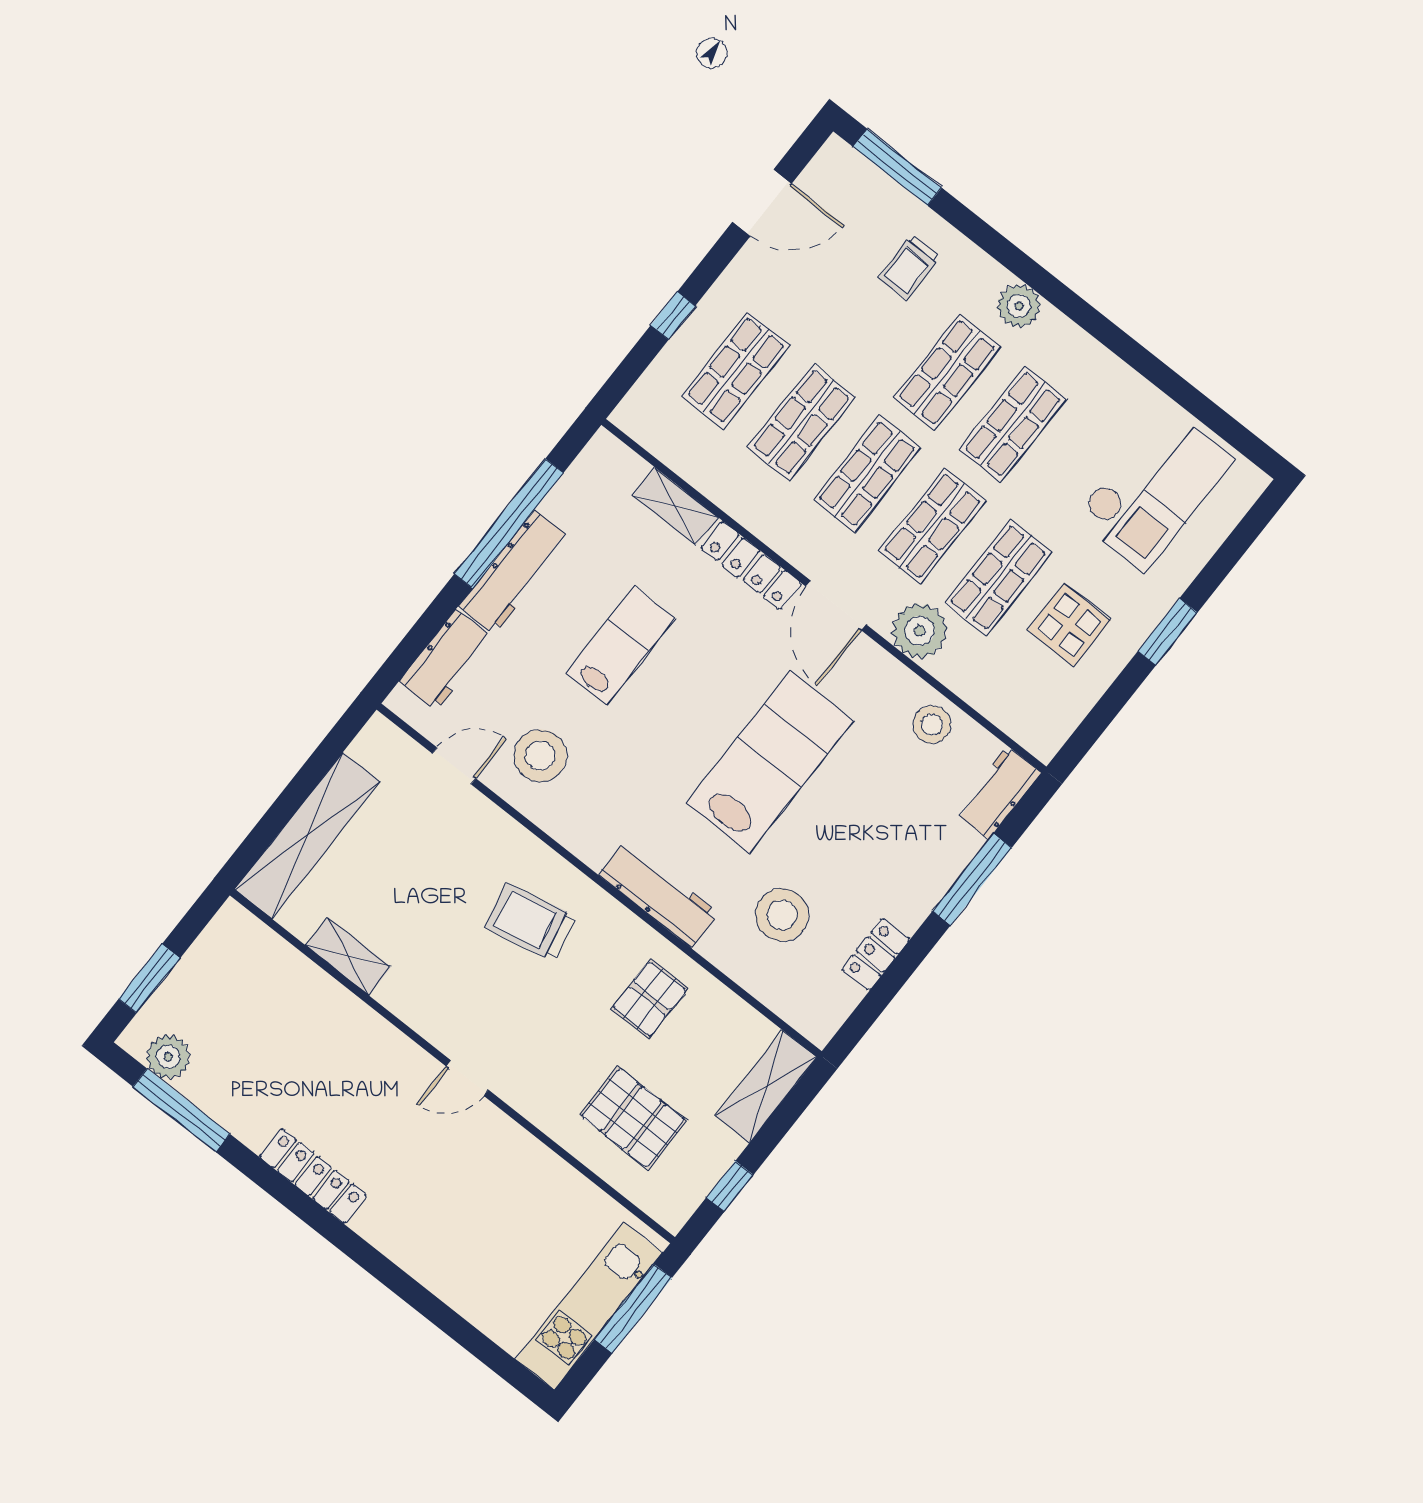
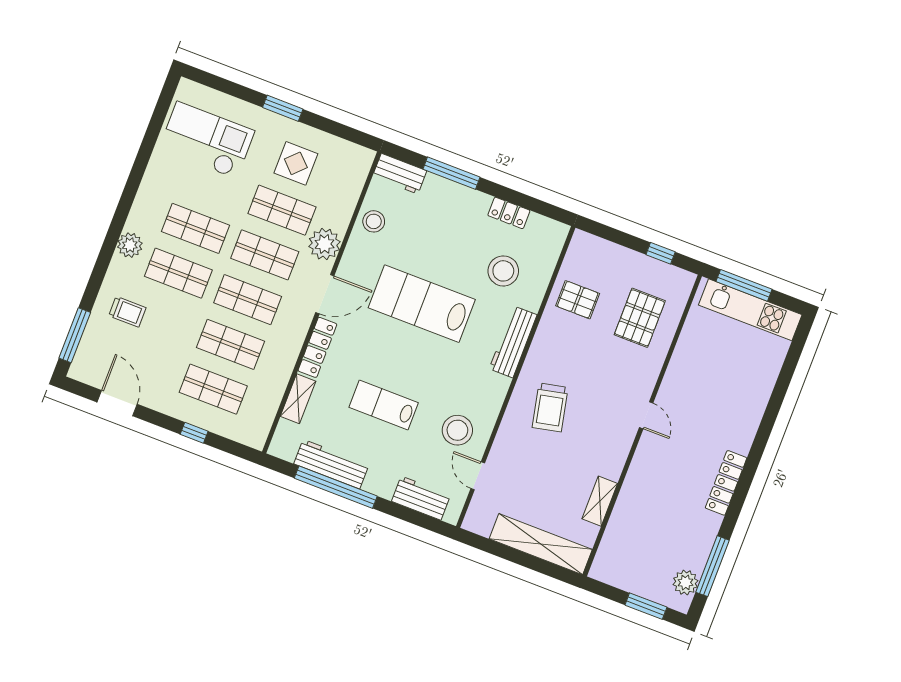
workbench: (514, 572) -> (331, 464), moved
pallet: (649, 999) -> (578, 300), moved
shelving: (766, 1087) -> (600, 250), removed

